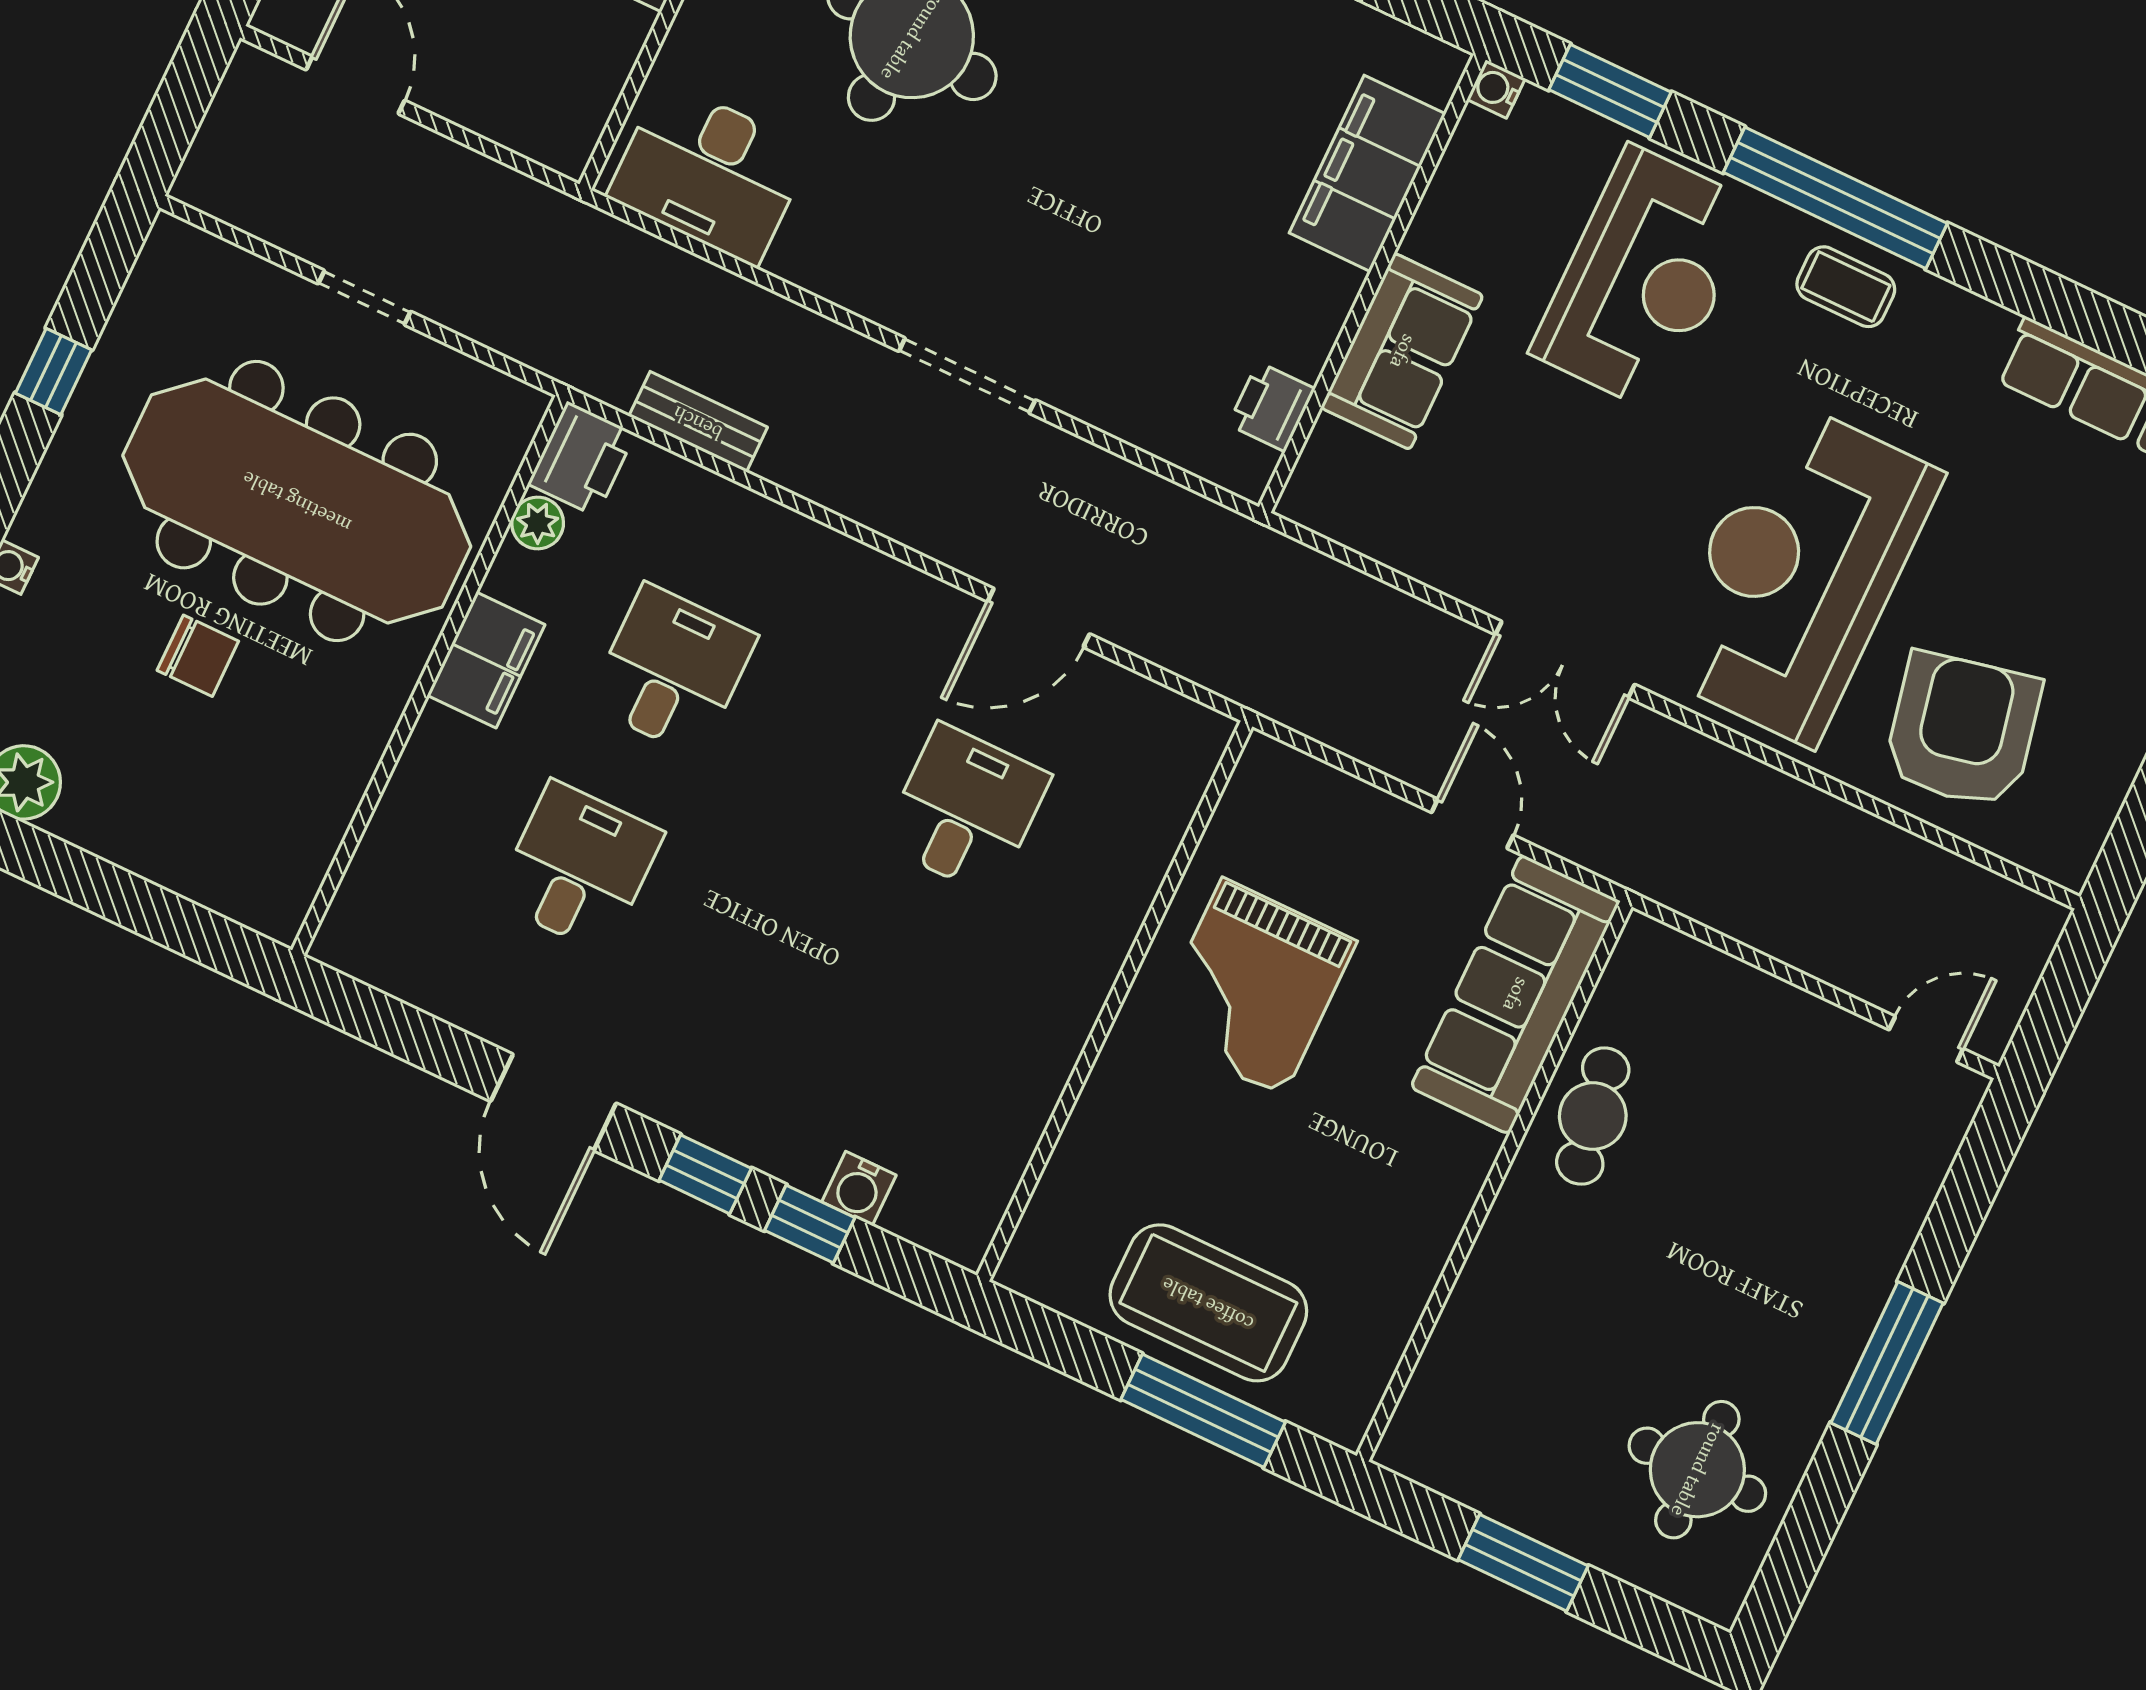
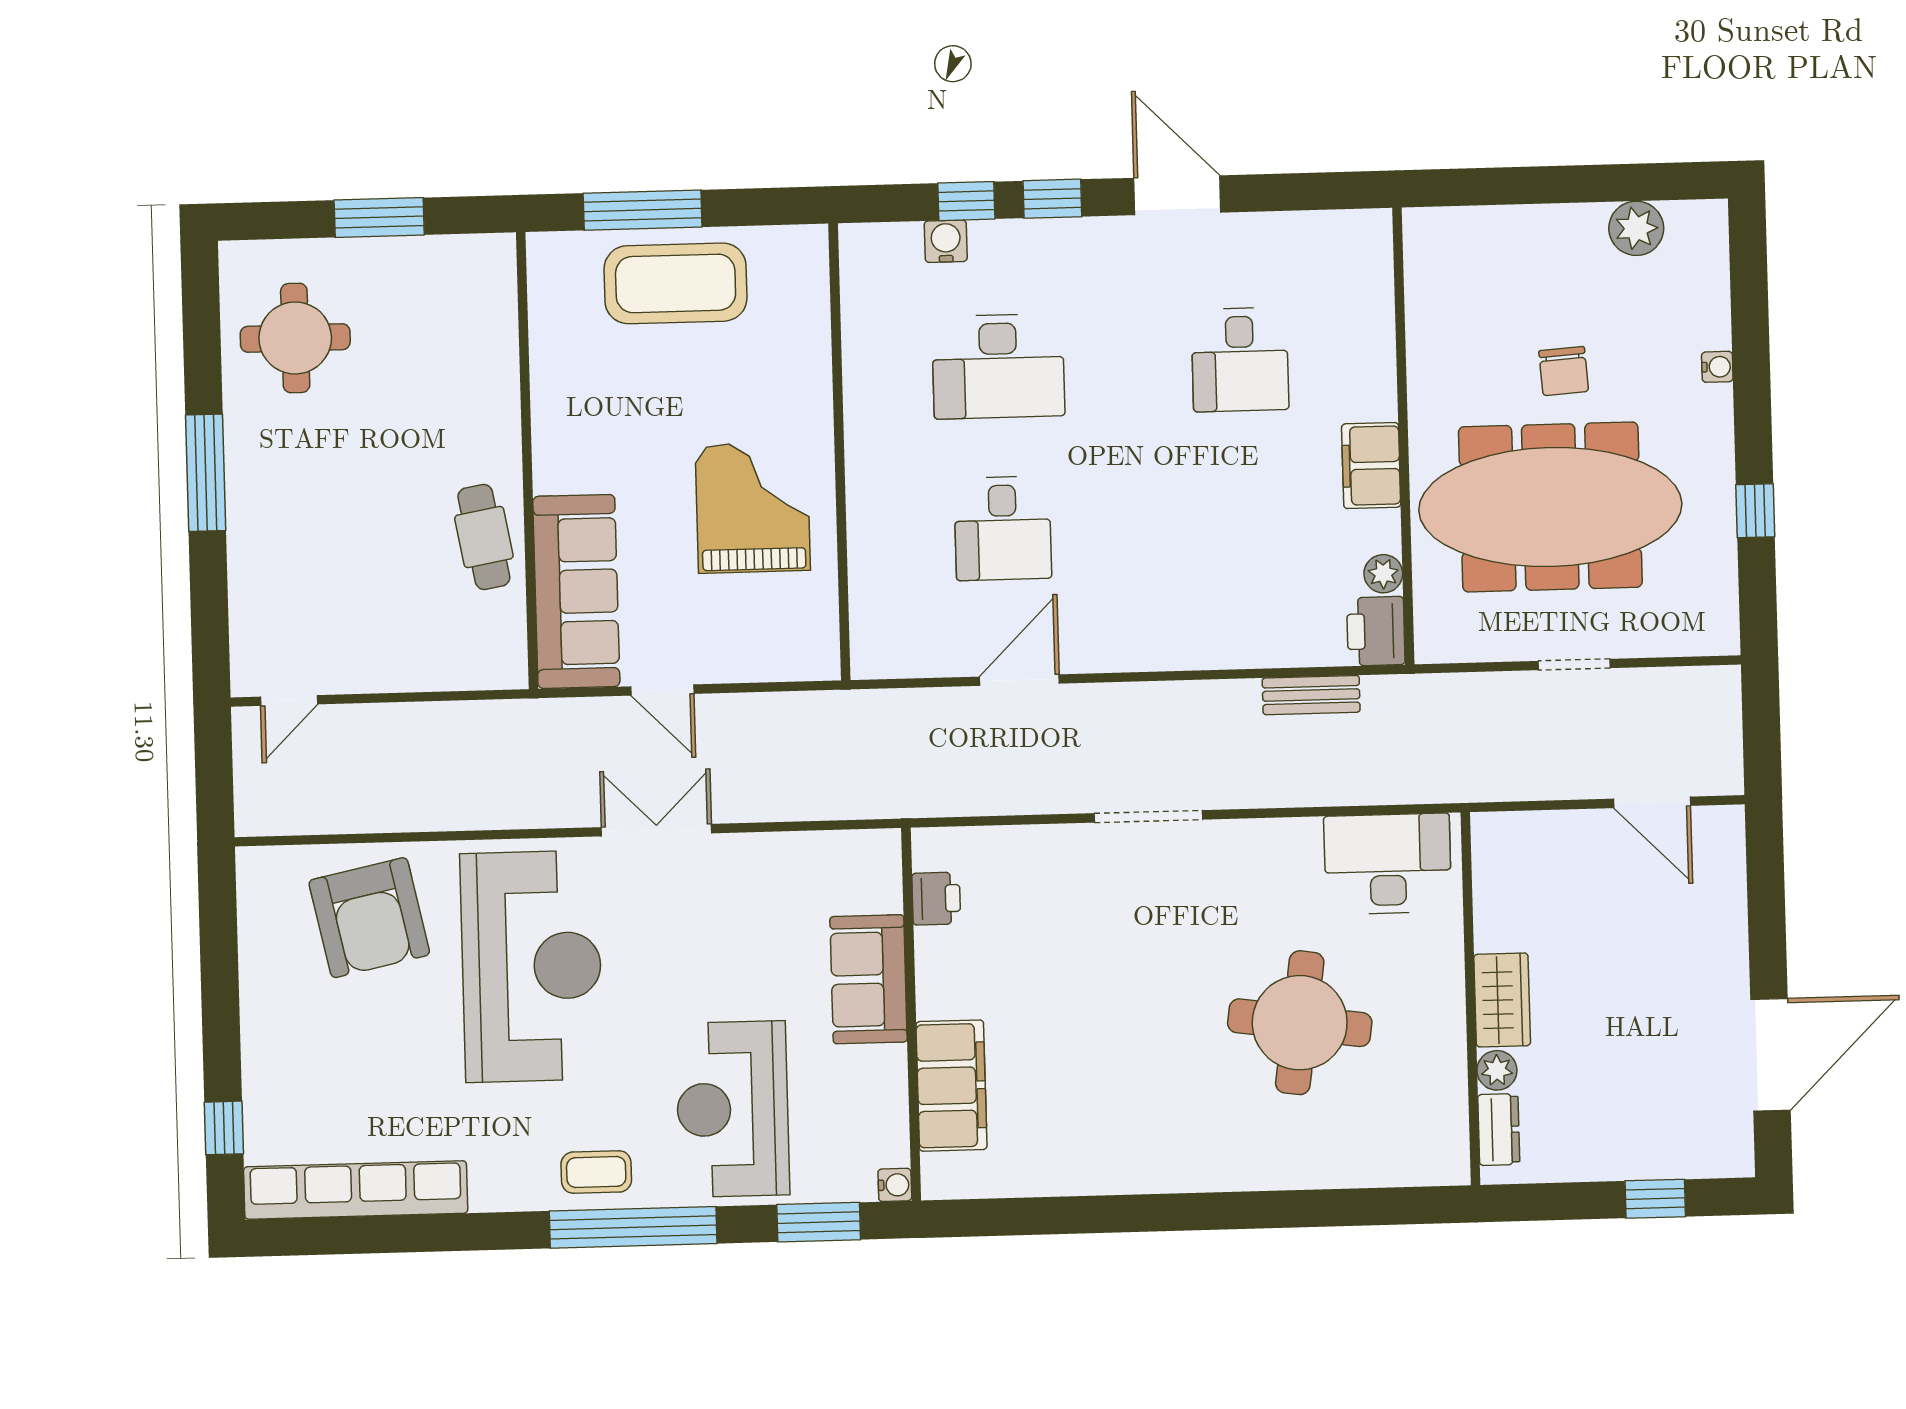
chair: (198, 656) -> (1564, 371), turned -94
desk: (672, 670) -> (998, 366), moved, width x1.37

